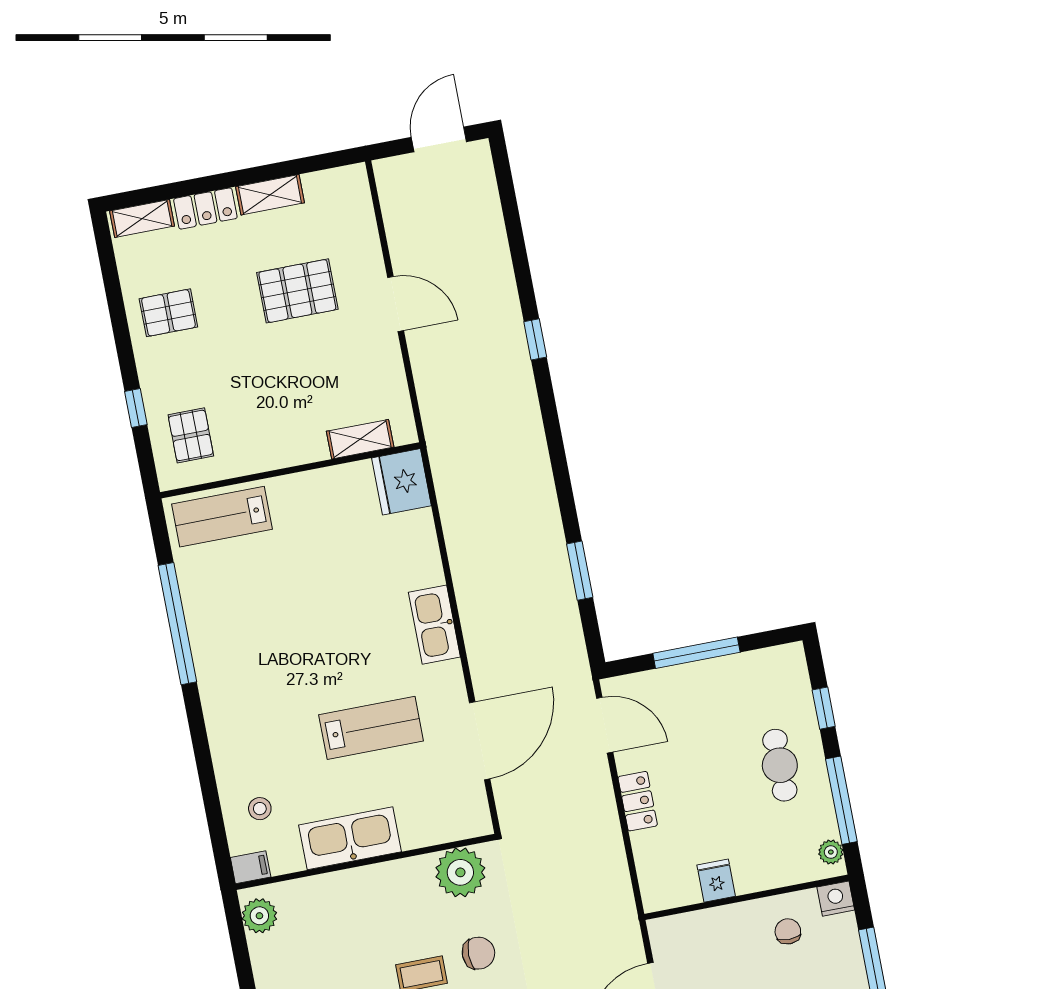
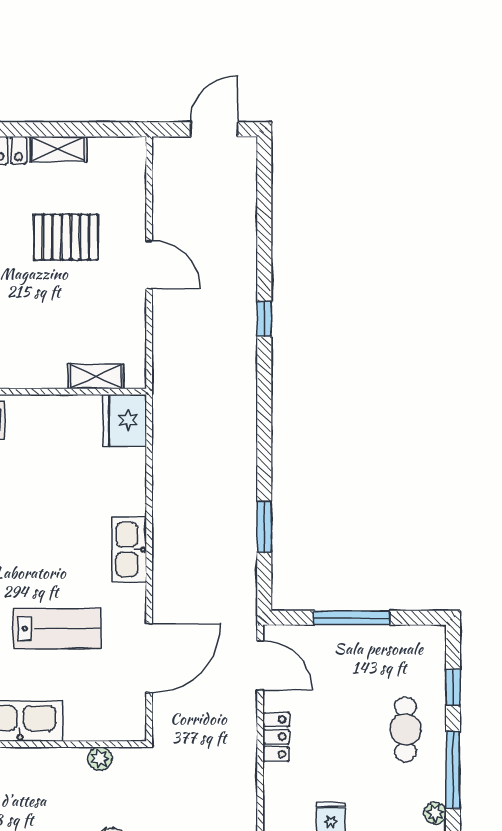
plant: (460, 872) -> (100, 759), width x0.53, depth x0.53

